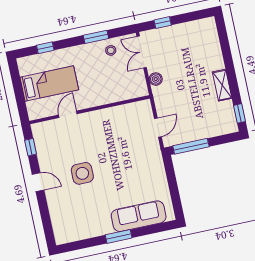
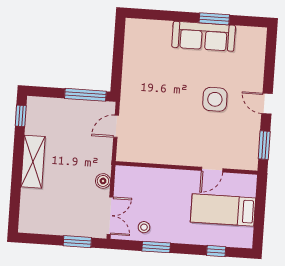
window: (163, 23) -> (77, 242), width x1.50
shelving: (222, 85) -> (33, 162), width x1.50, depth x1.33
window: (31, 147) -> (264, 145), width x1.50
sofa: (139, 216) -> (204, 36), moved
window: (119, 236) -> (214, 19), moved

